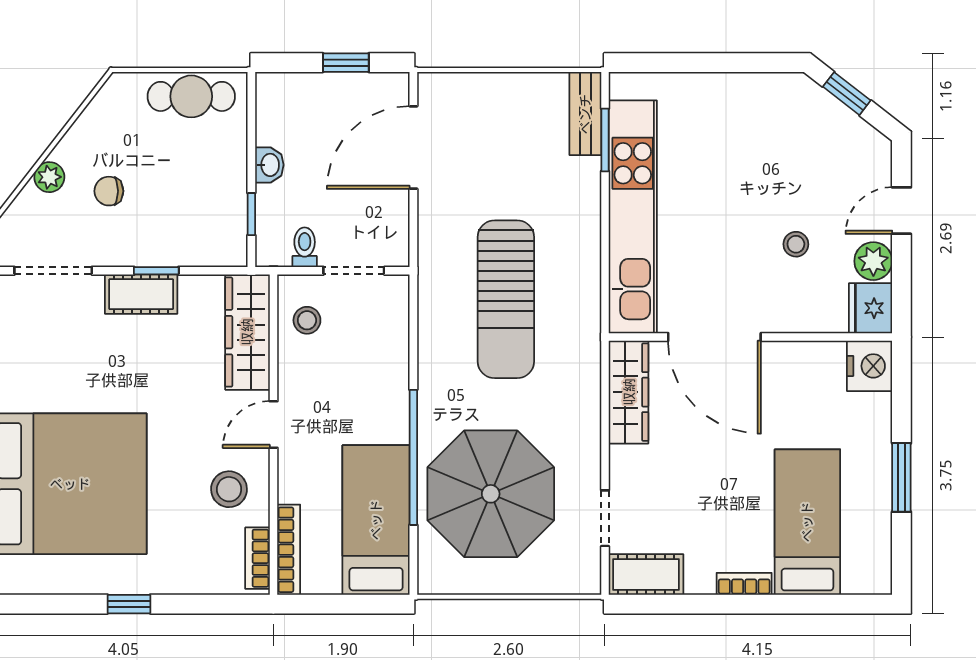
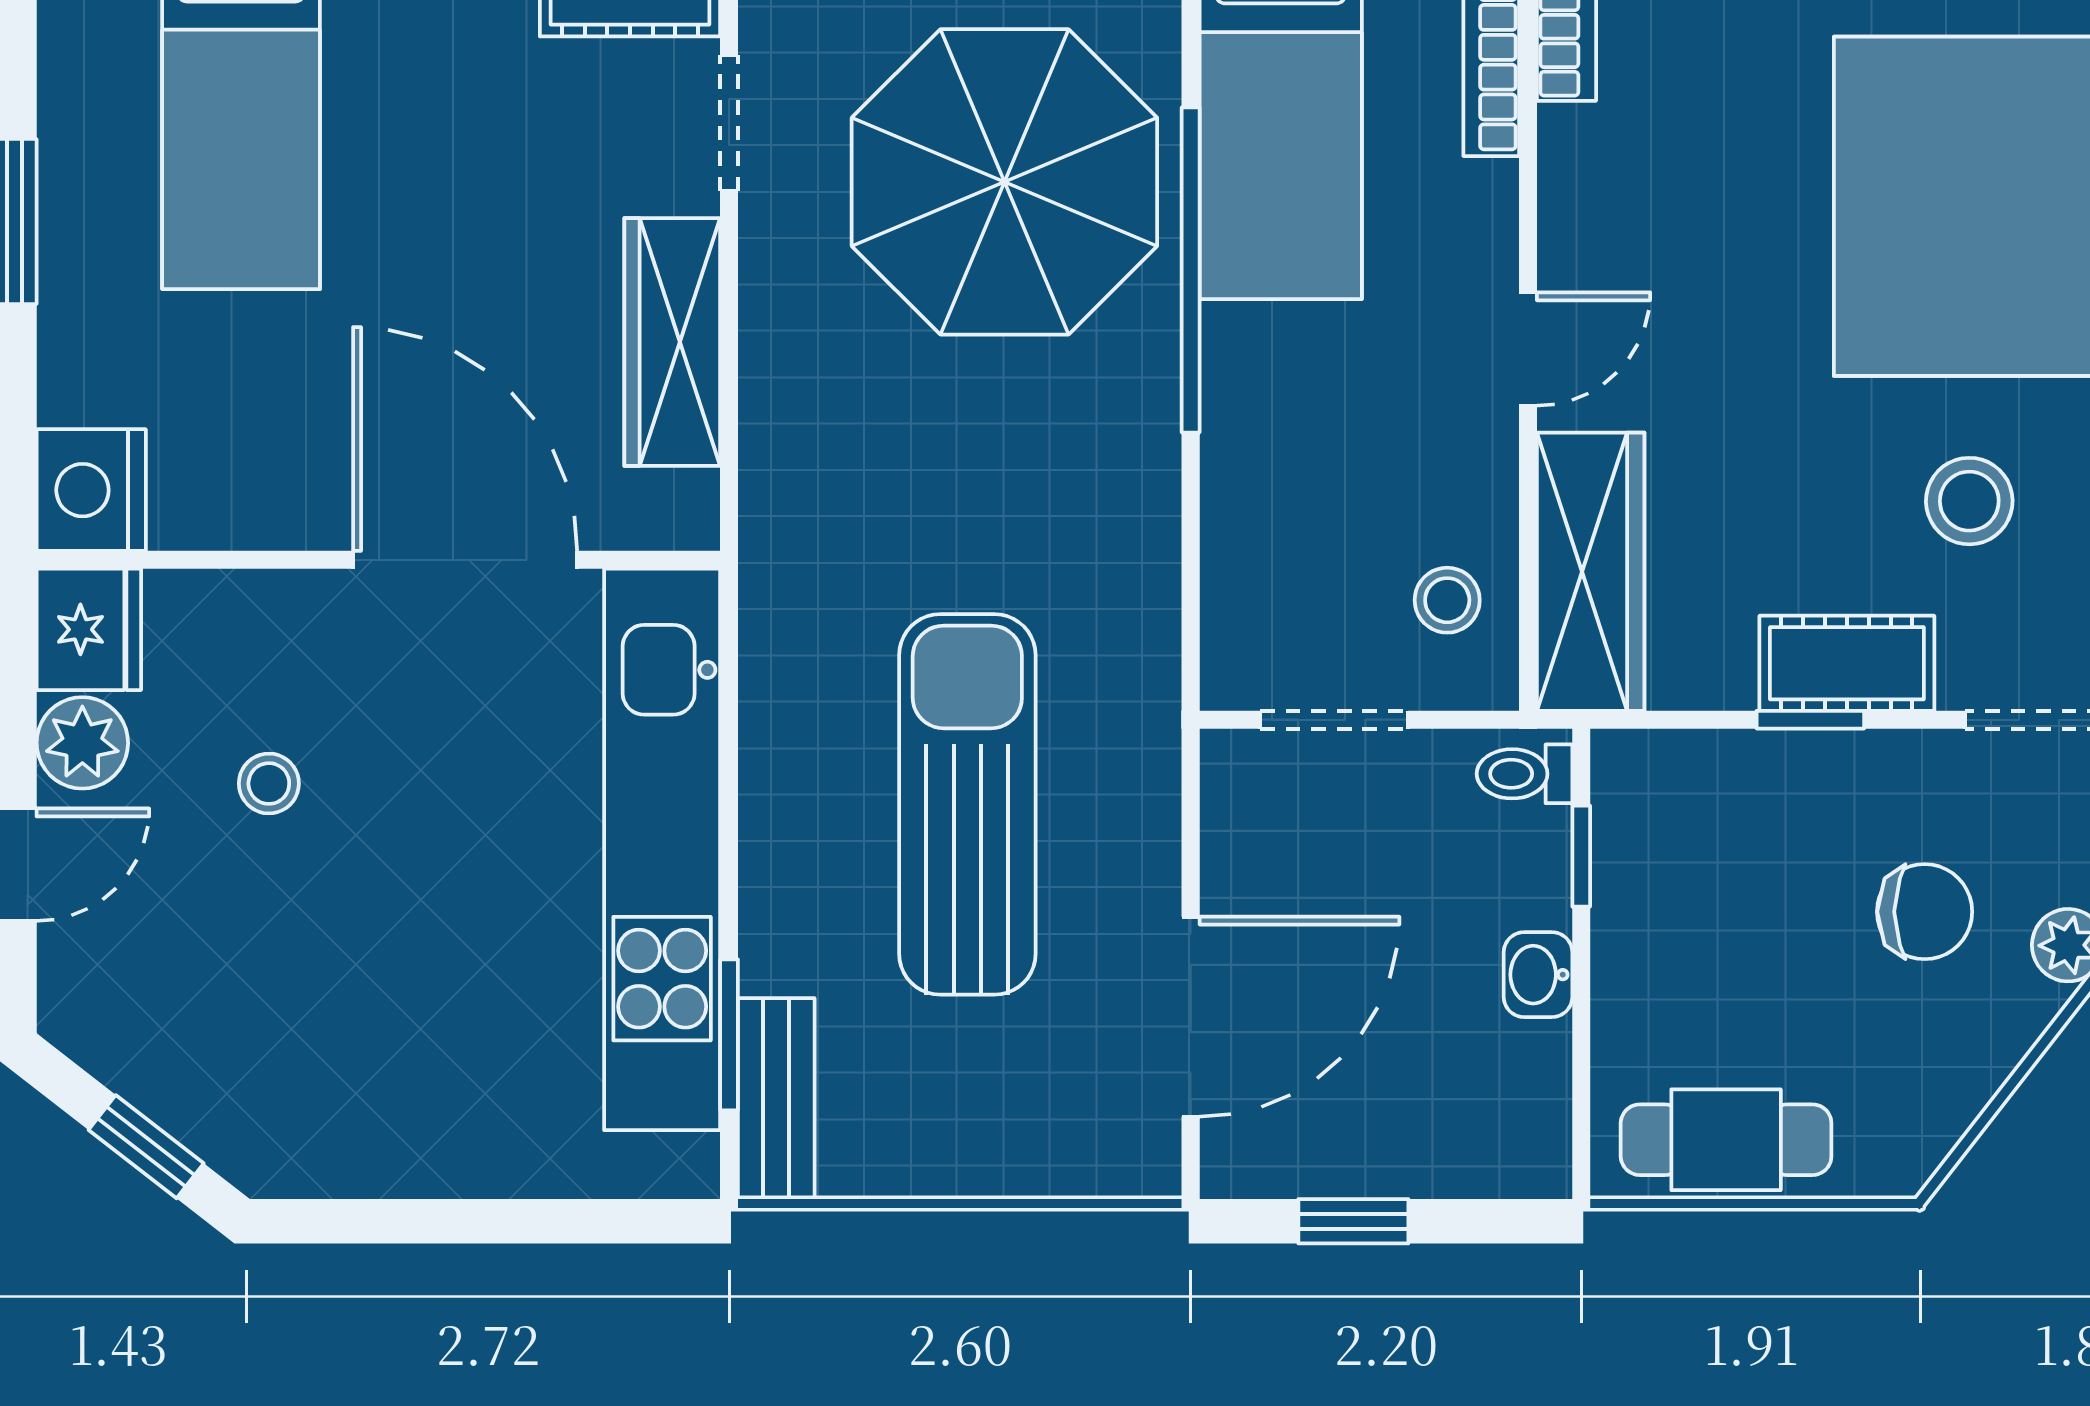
chair: (109, 191) -> (1925, 912), width x1.37, depth x1.37
toilet: (305, 247) -> (1525, 774), moved, turned 90
sun lounger: (506, 299) -> (967, 804), moved
wardrobe: (629, 392) -> (672, 342), moved
stool: (229, 489) -> (1969, 501), moved

